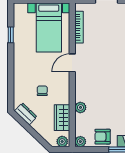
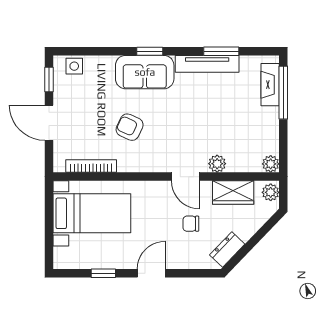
door: (72, 63) -> (185, 177), moved
door: (11, 65) -> (151, 273), added
armchair: (103, 137) -> (130, 127), moved, turned 115

